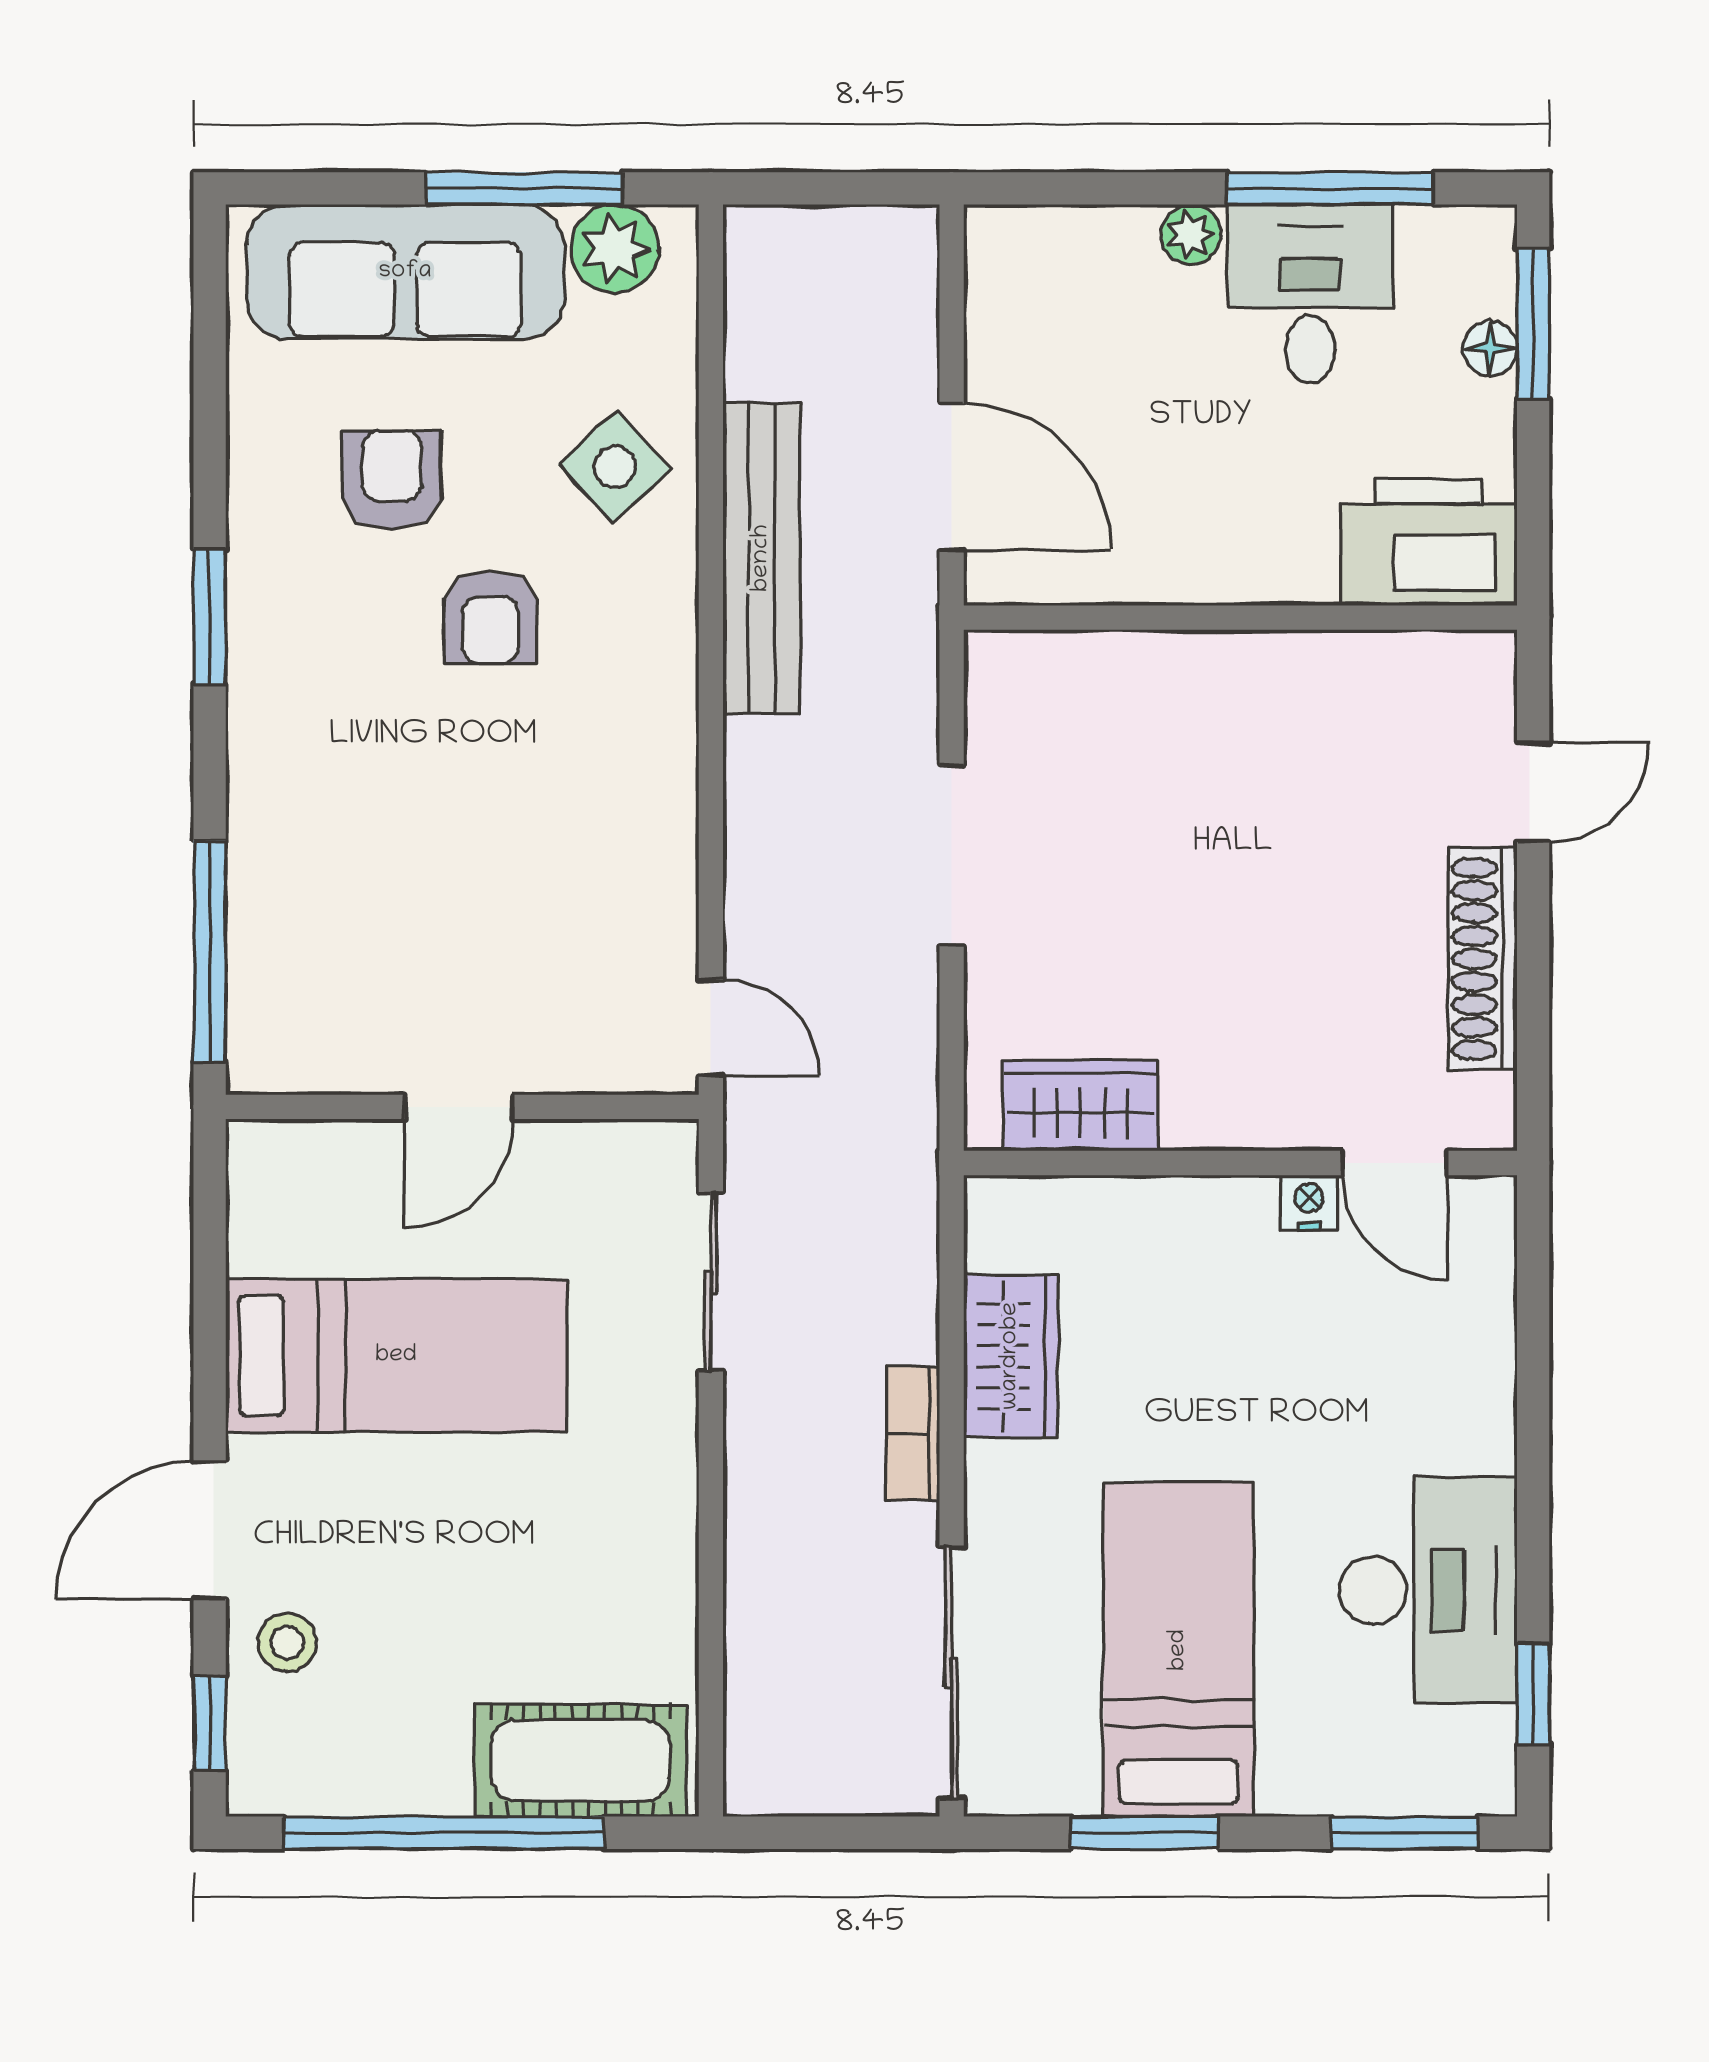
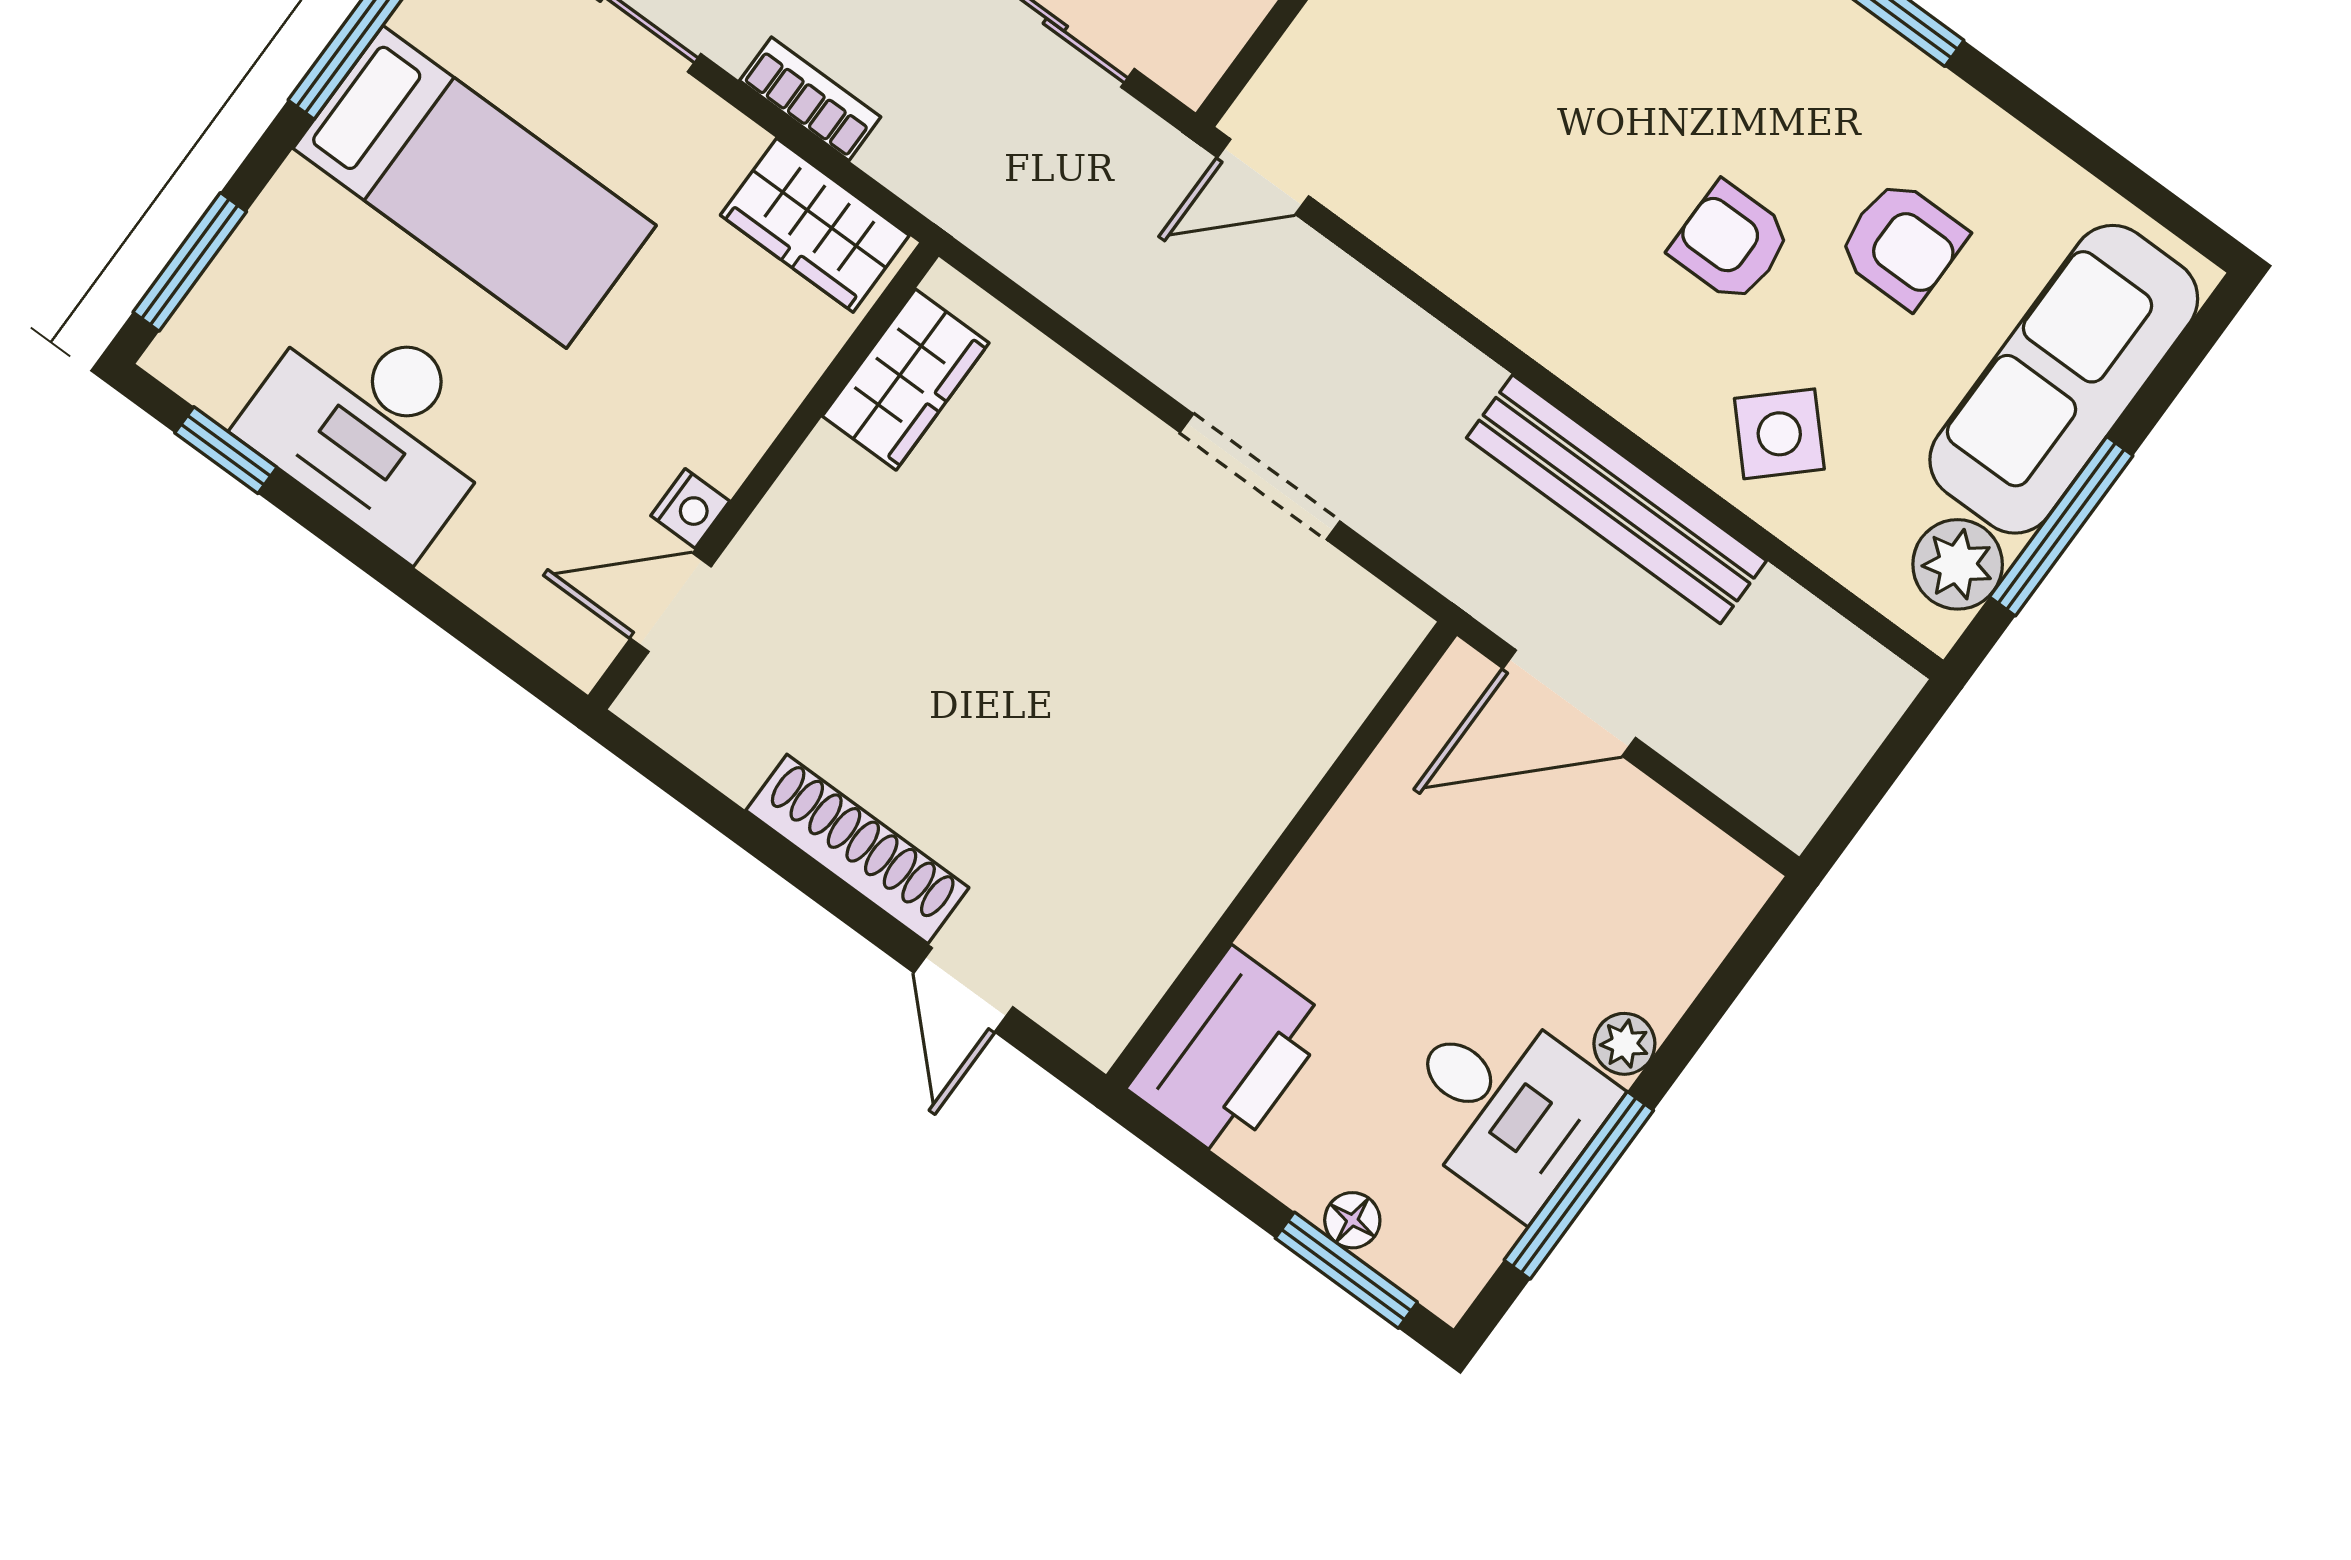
wardrobe: (1081, 1106) -> (906, 380), moved
wall: (1240, 1163) -> (763, 476), moved
door: (1395, 1163) -> (671, 602), moved
nightstand: (1309, 1202) -> (690, 508), moved

